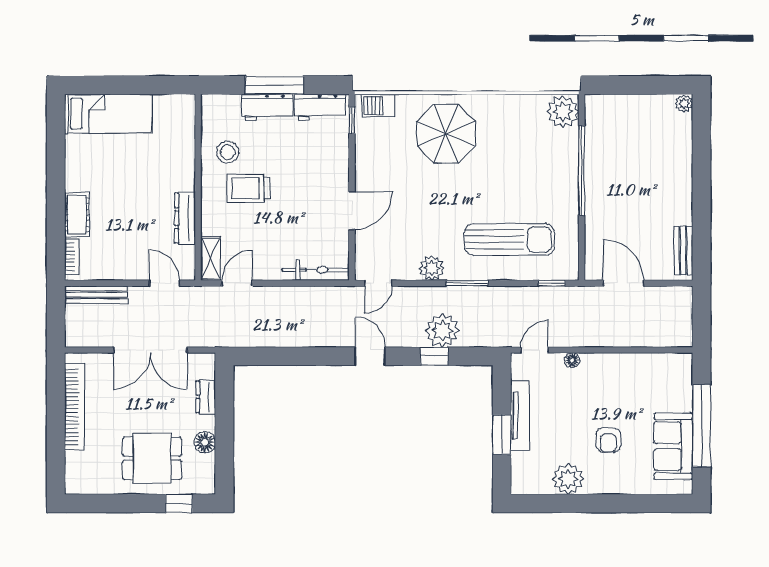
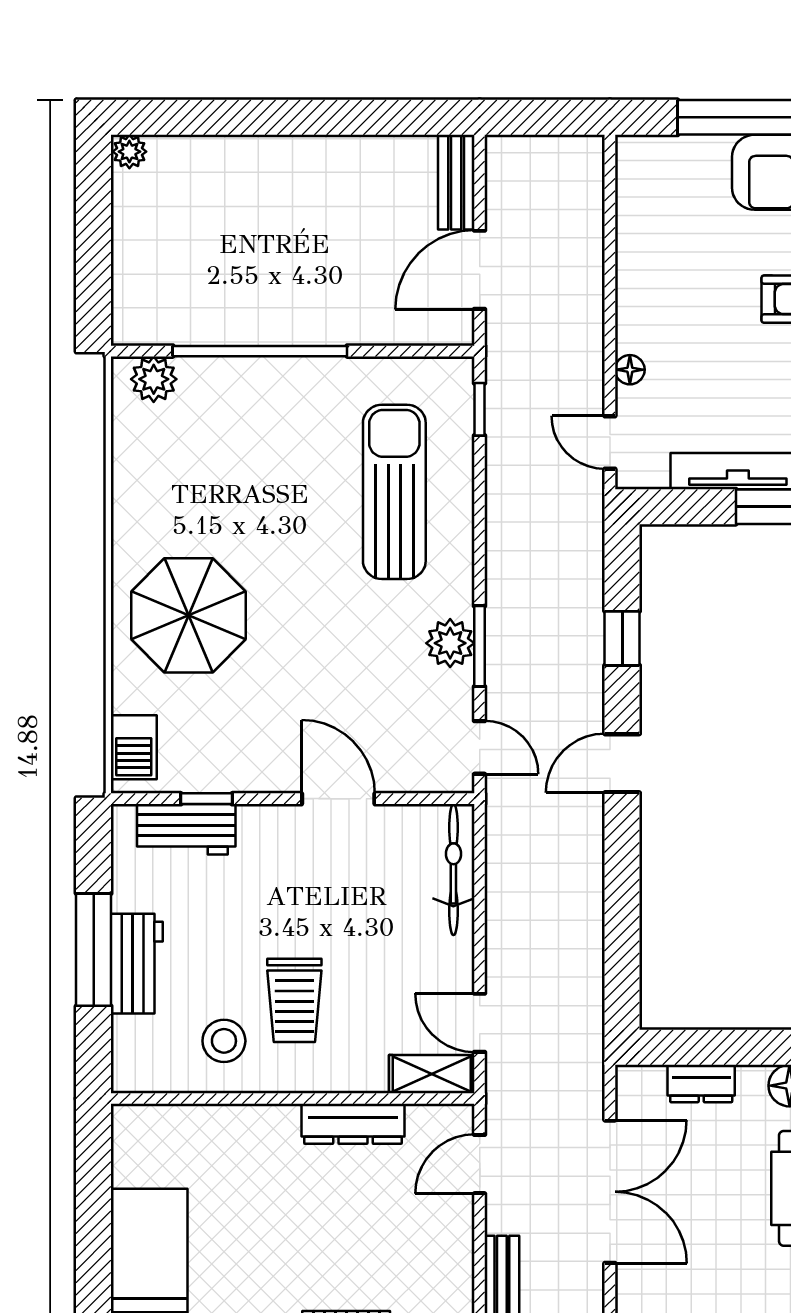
workbench: (320, 107) -> (186, 829), moved, turned 90
plant: (563, 112) -> (154, 379), width x0.73, depth x0.73
window: (352, 120) -> (207, 799), moved
bench: (683, 250) -> (456, 182), moved, turned 90
window: (467, 283) -> (480, 646), moved
plant: (442, 330) -> (572, 622), removed

